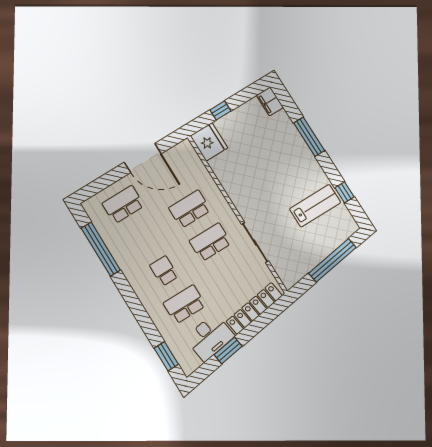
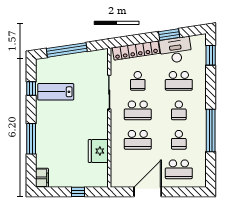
fridge: (209, 142) -> (98, 151), moved
door: (143, 158) -> (148, 192), hinge flipped
school desk: (144, 238) -> (179, 140), added
window: (101, 249) -> (211, 131), moved
school desk: (231, 275) -> (138, 81), added

